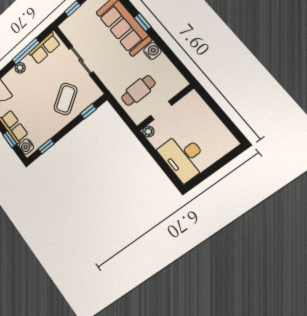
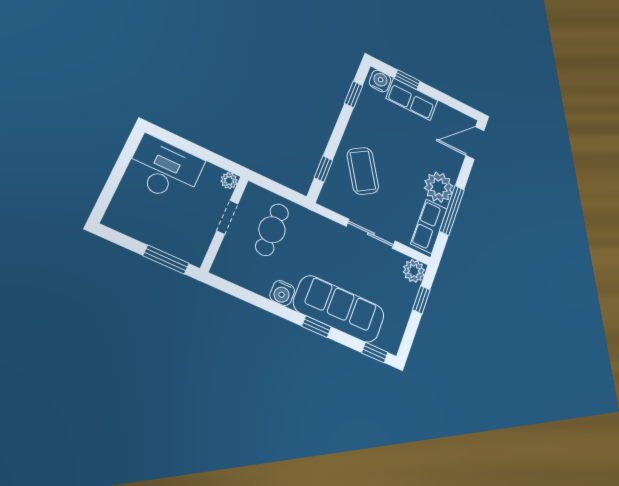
plant: (68, 27) -> (414, 271), added
plant: (20, 68) -> (439, 187), width x1.88, depth x1.88
window: (211, 103) -> (166, 260), added

